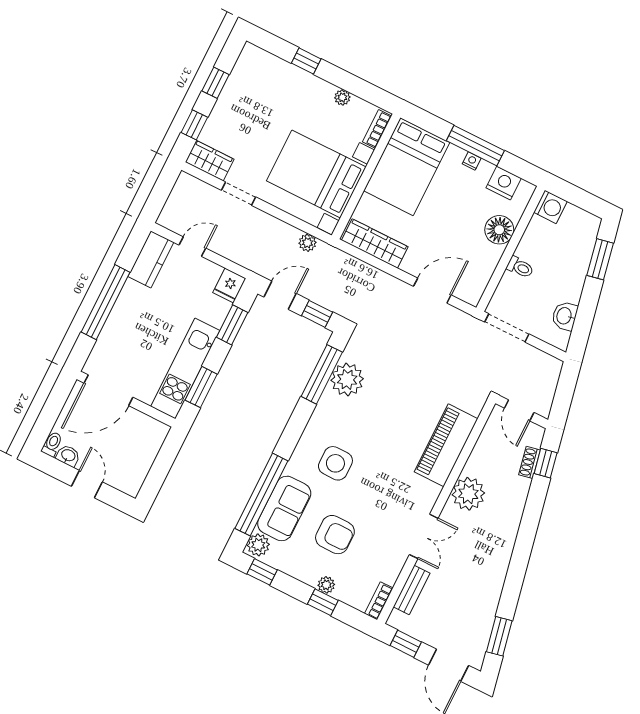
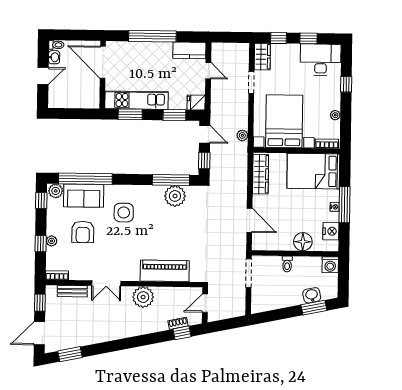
desk: (254, 80) -> (321, 60), added
washbasin: (565, 316) -> (312, 295), moved

